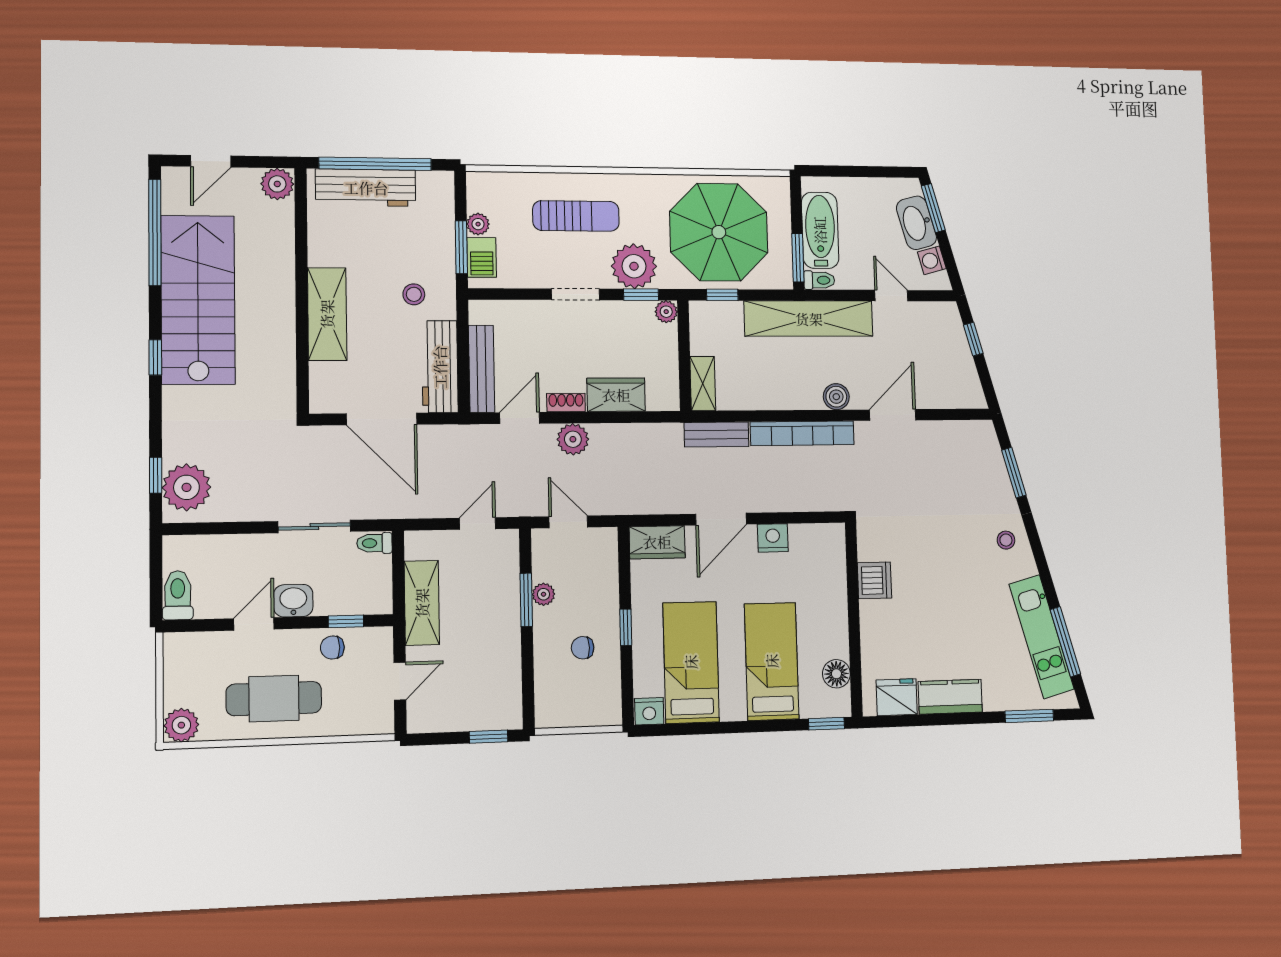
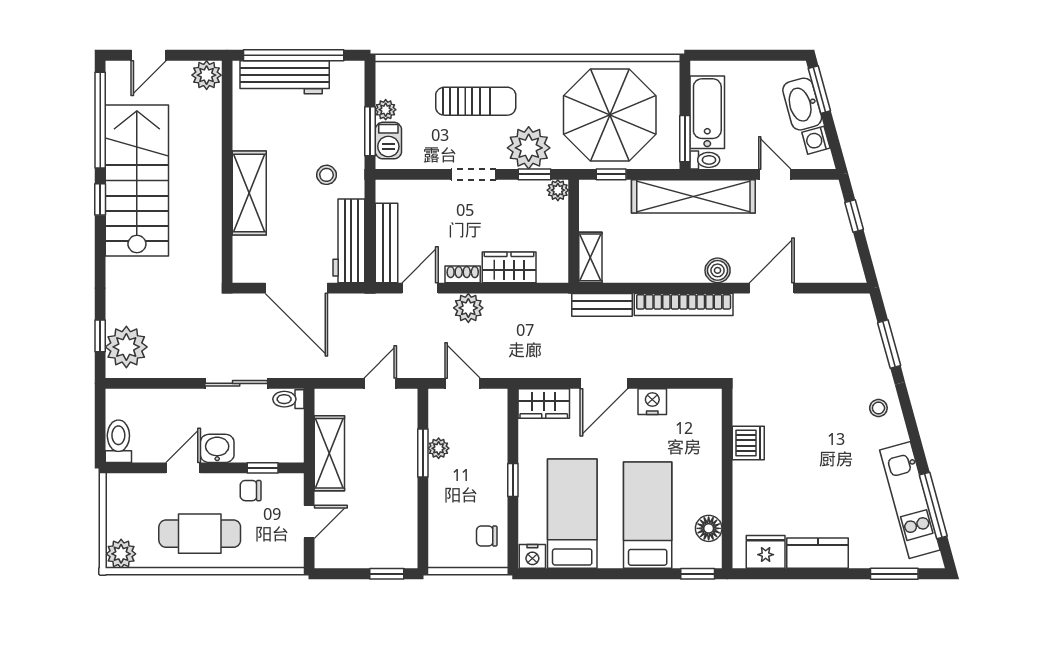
window: (155, 357) -> (100, 199), moved
chair: (583, 648) -> (487, 536), moved

